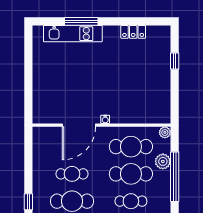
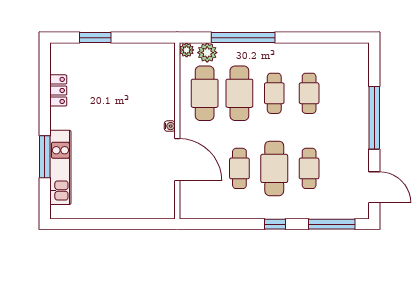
window: (175, 61) -> (95, 38), width x1.50
plant: (163, 161) -> (207, 53), moved

